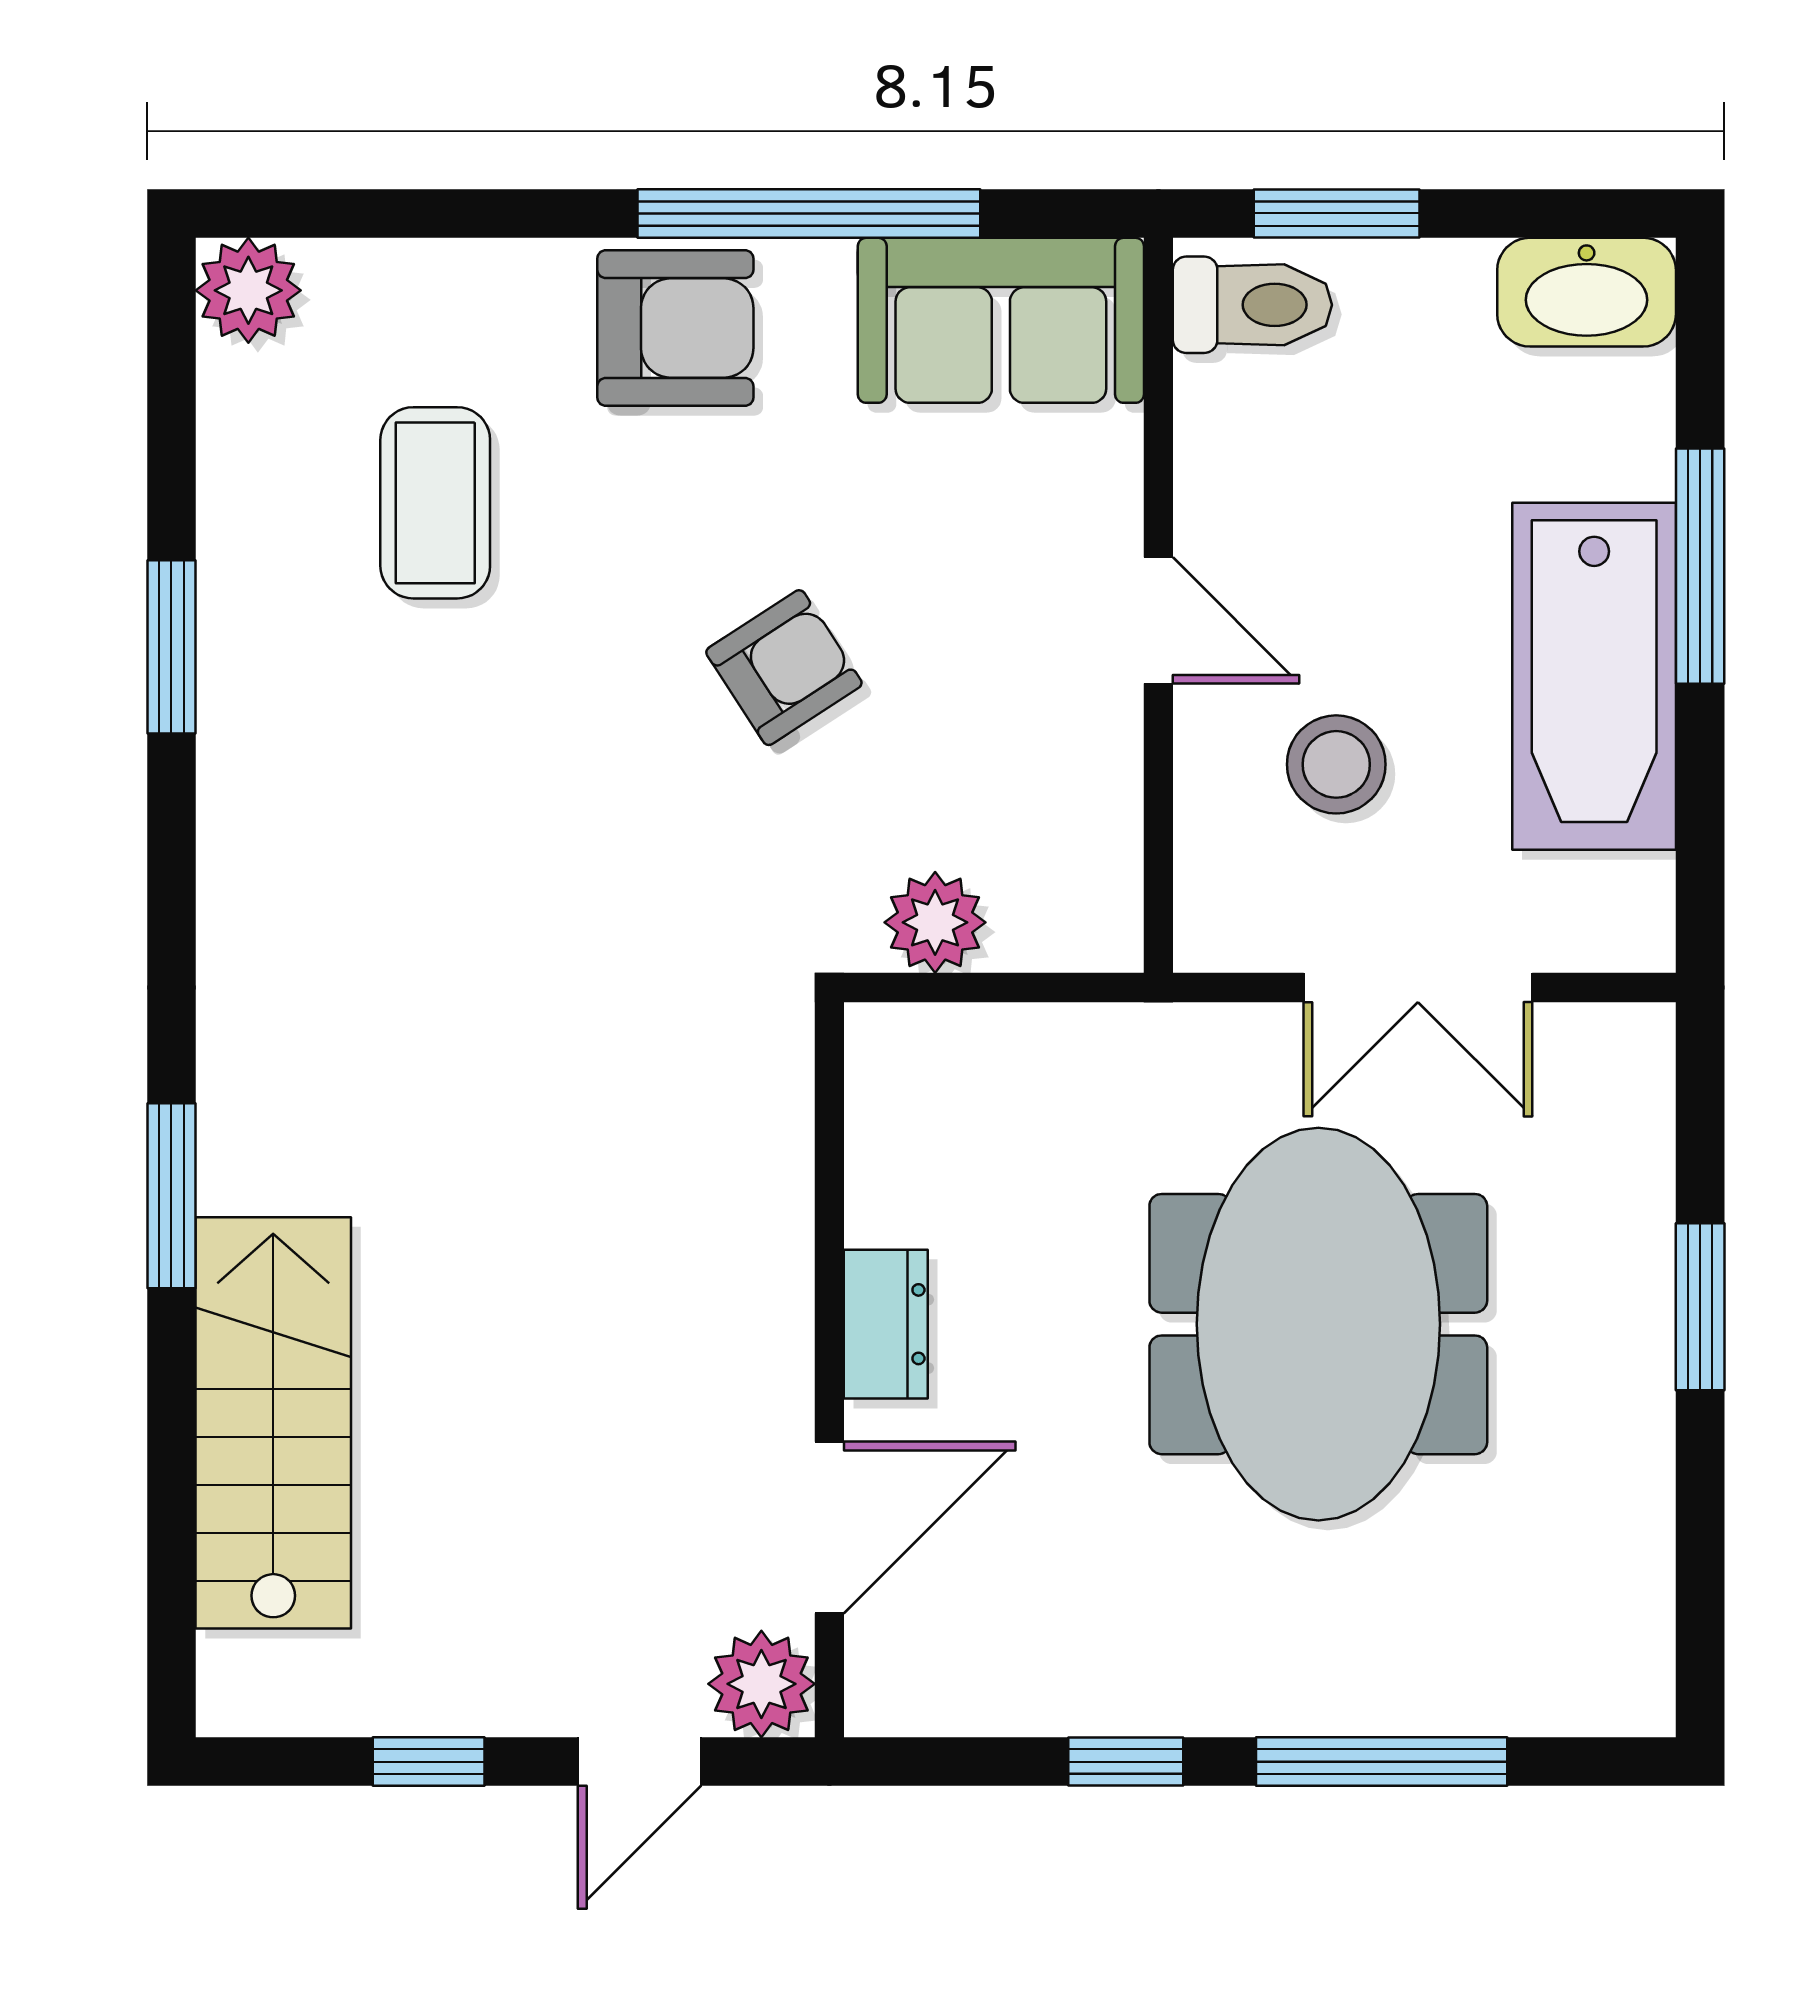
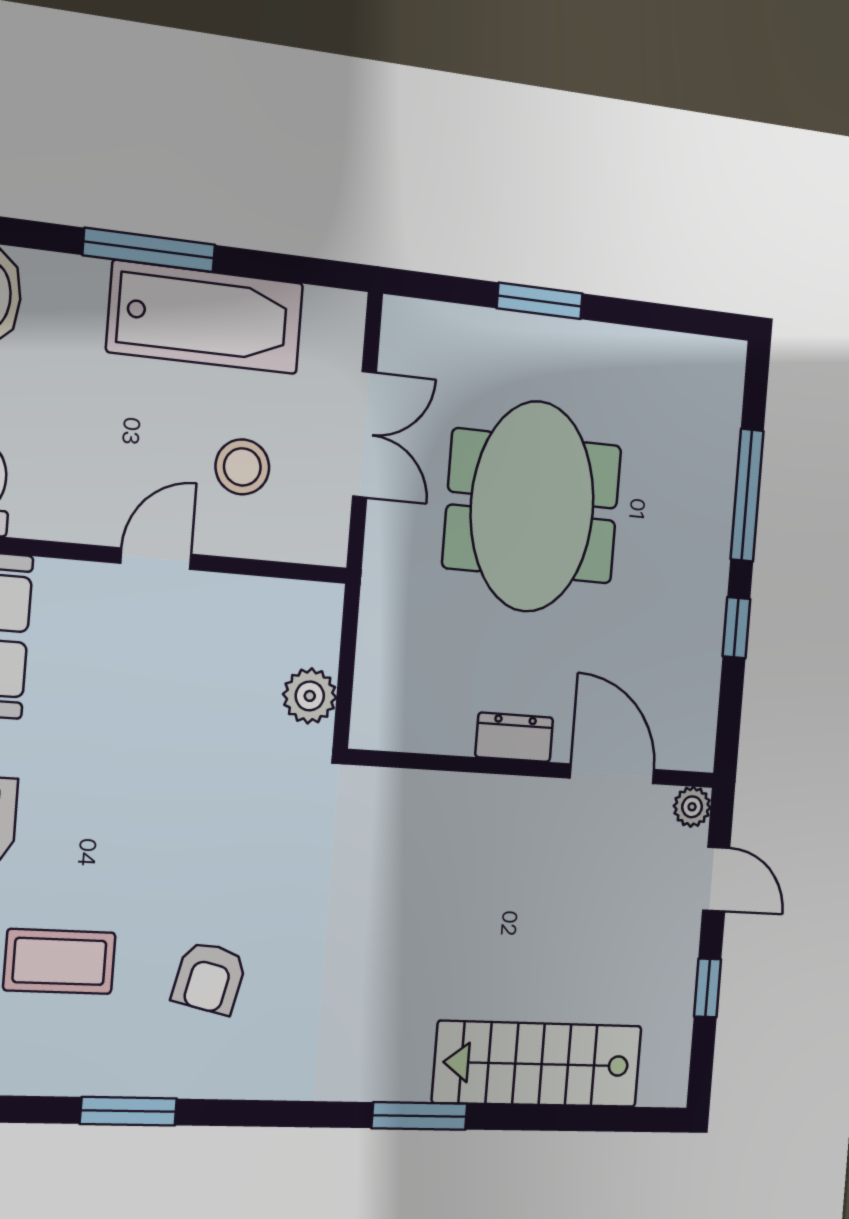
armchair: (784, 668) -> (209, 978), moved, turned -134
meeting table: (1318, 1324) -> (532, 506), turned 90
plant: (761, 1684) -> (692, 807), width x0.73, depth x0.73

